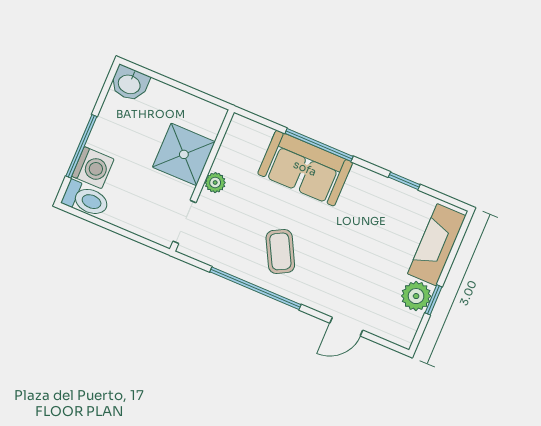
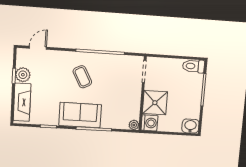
washing machine: (93, 168) -> (149, 123), moved, turned 180
sofa: (305, 168) -> (80, 115), moved
plant: (215, 183) -> (134, 125), moved
coffee table: (280, 251) -> (82, 77), moved
door: (346, 327) -> (38, 48), moved

